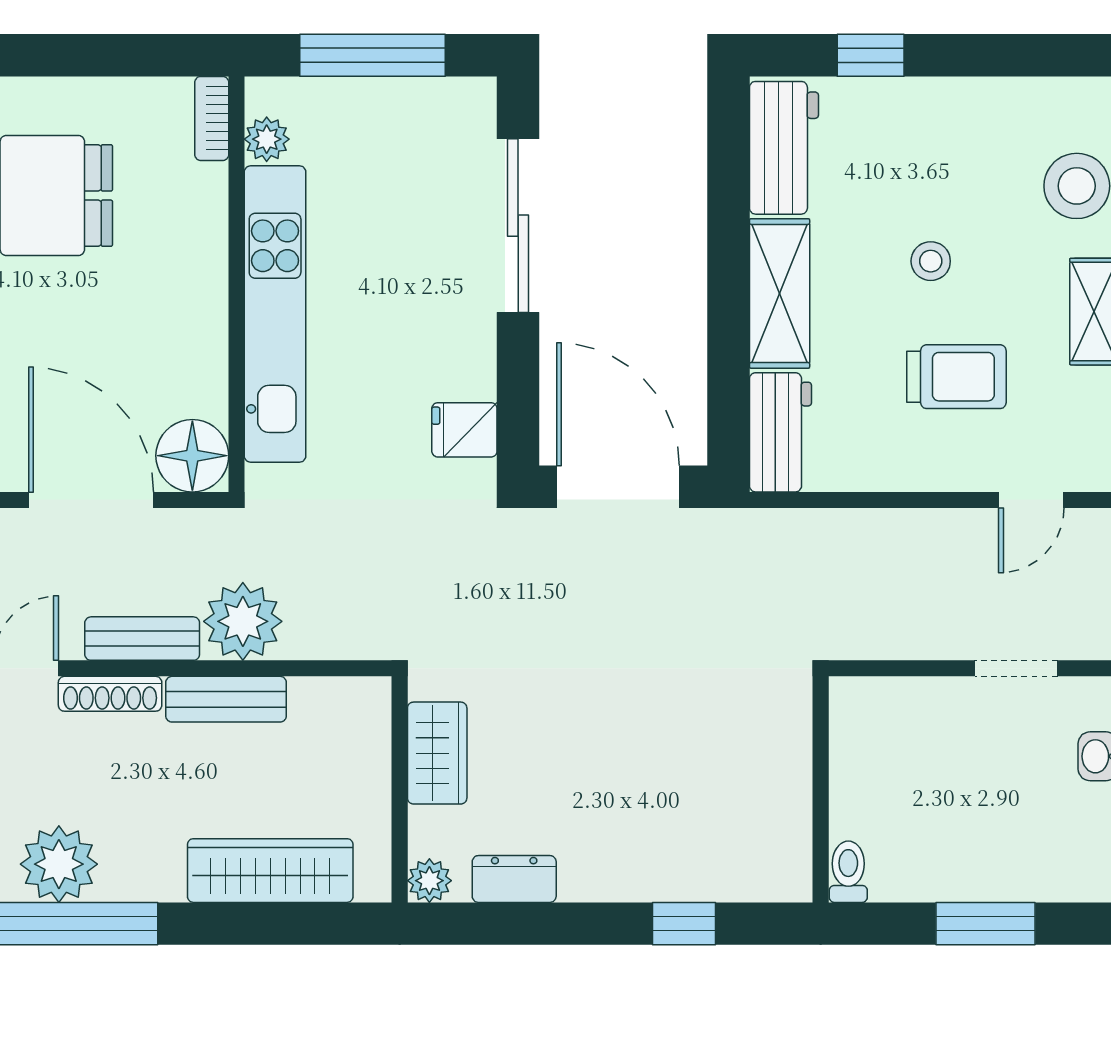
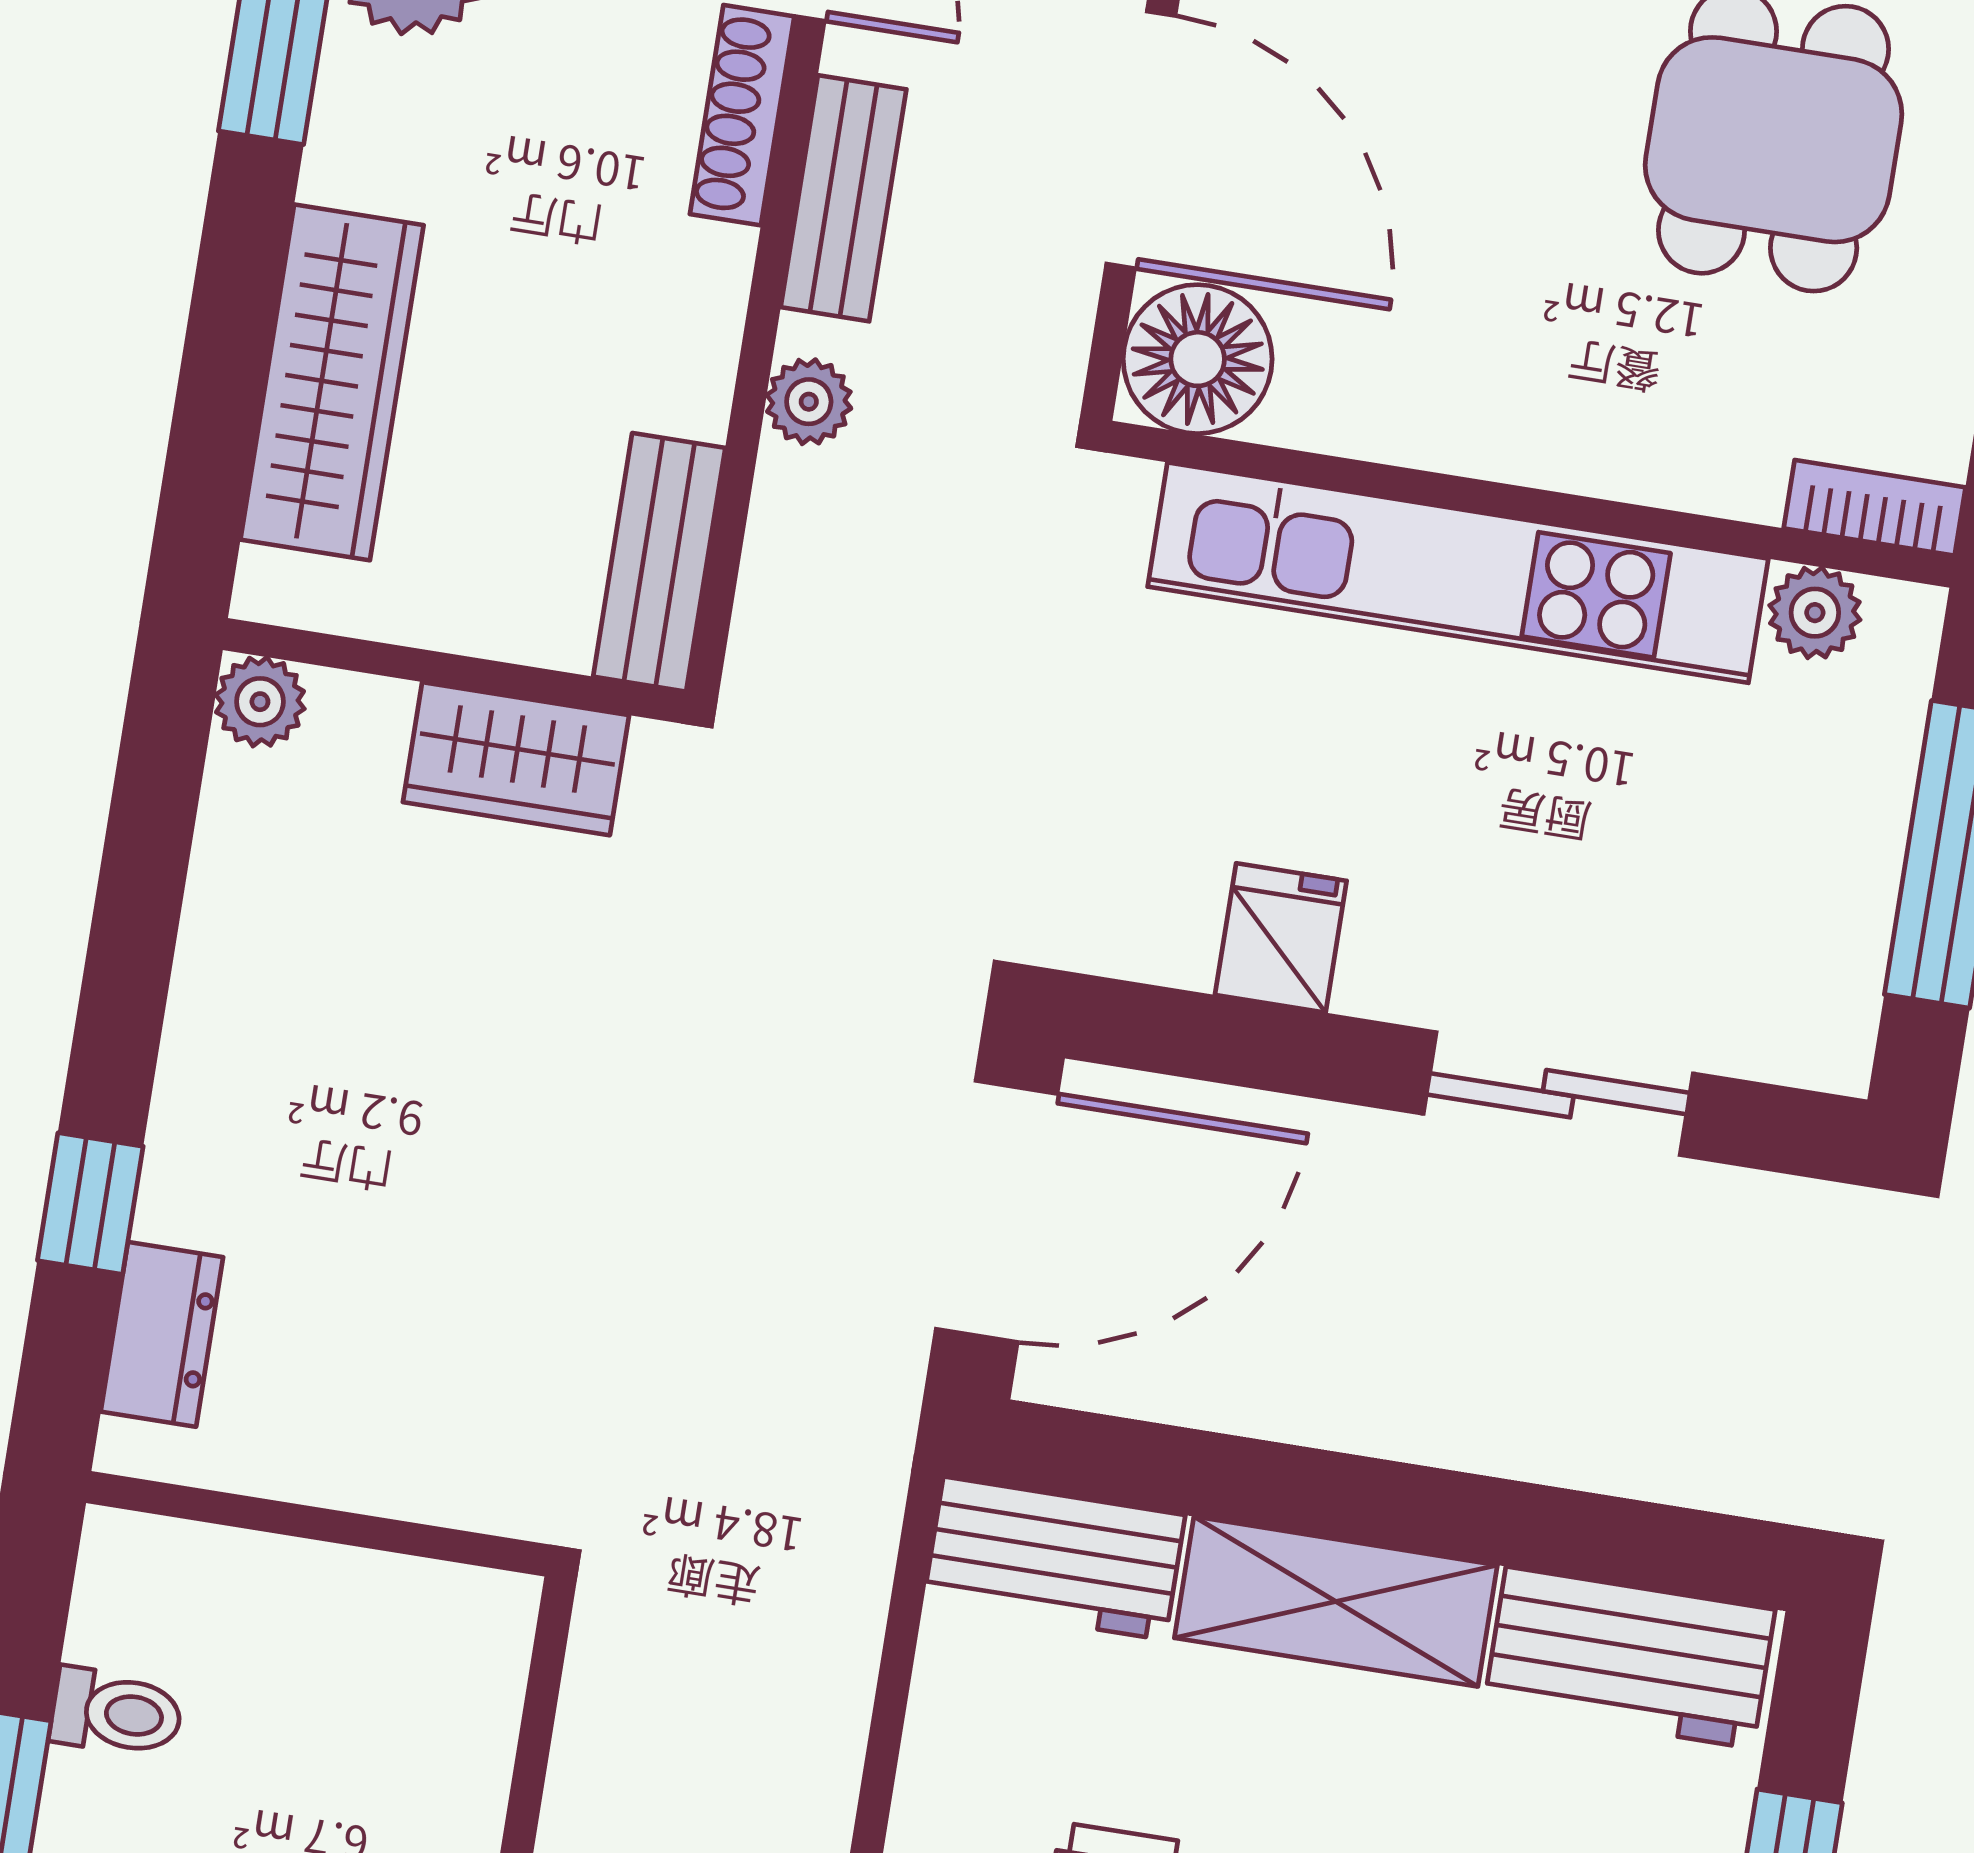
sliding door: (518, 226) -> (1558, 1094), width x0.73
fridge: (464, 430) -> (1281, 938), moved
door: (91, 500) -> (1141, 140), hinge flipped
plant: (243, 621) -> (809, 402), width x0.53, depth x0.53
bench: (226, 699) -> (659, 562), moved
toilet: (848, 872) -> (116, 1713), moved
dresser: (514, 879) -> (162, 1334), moved

